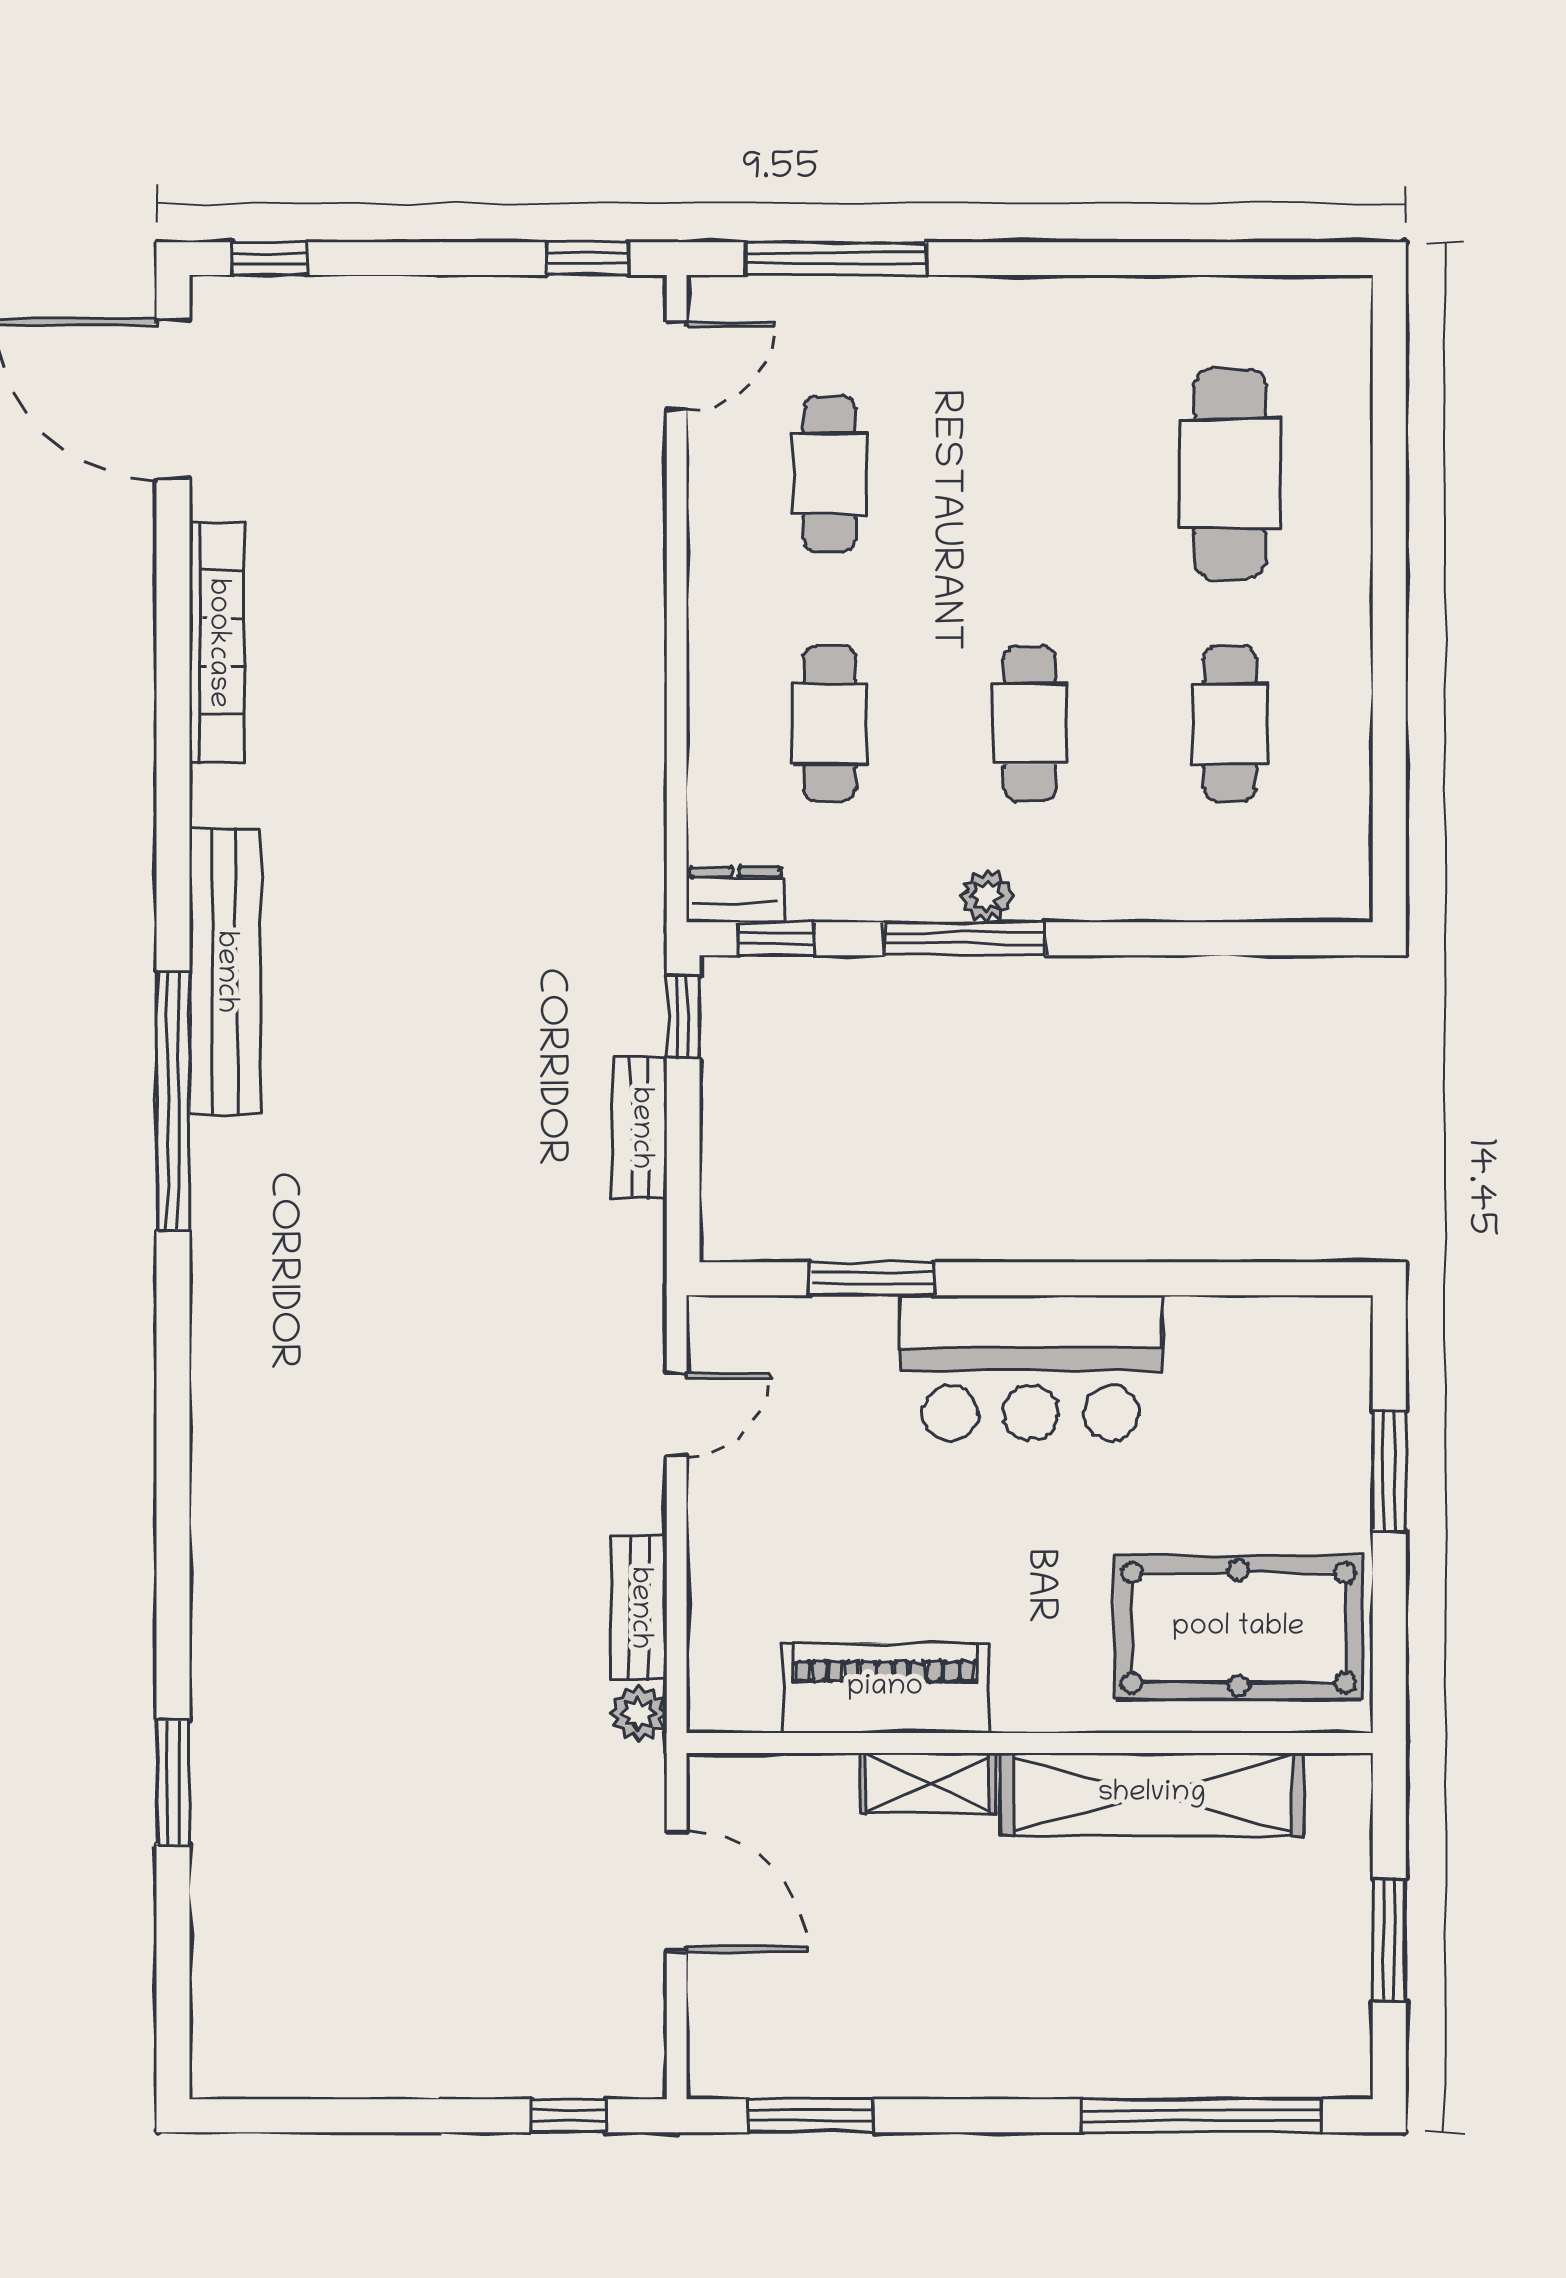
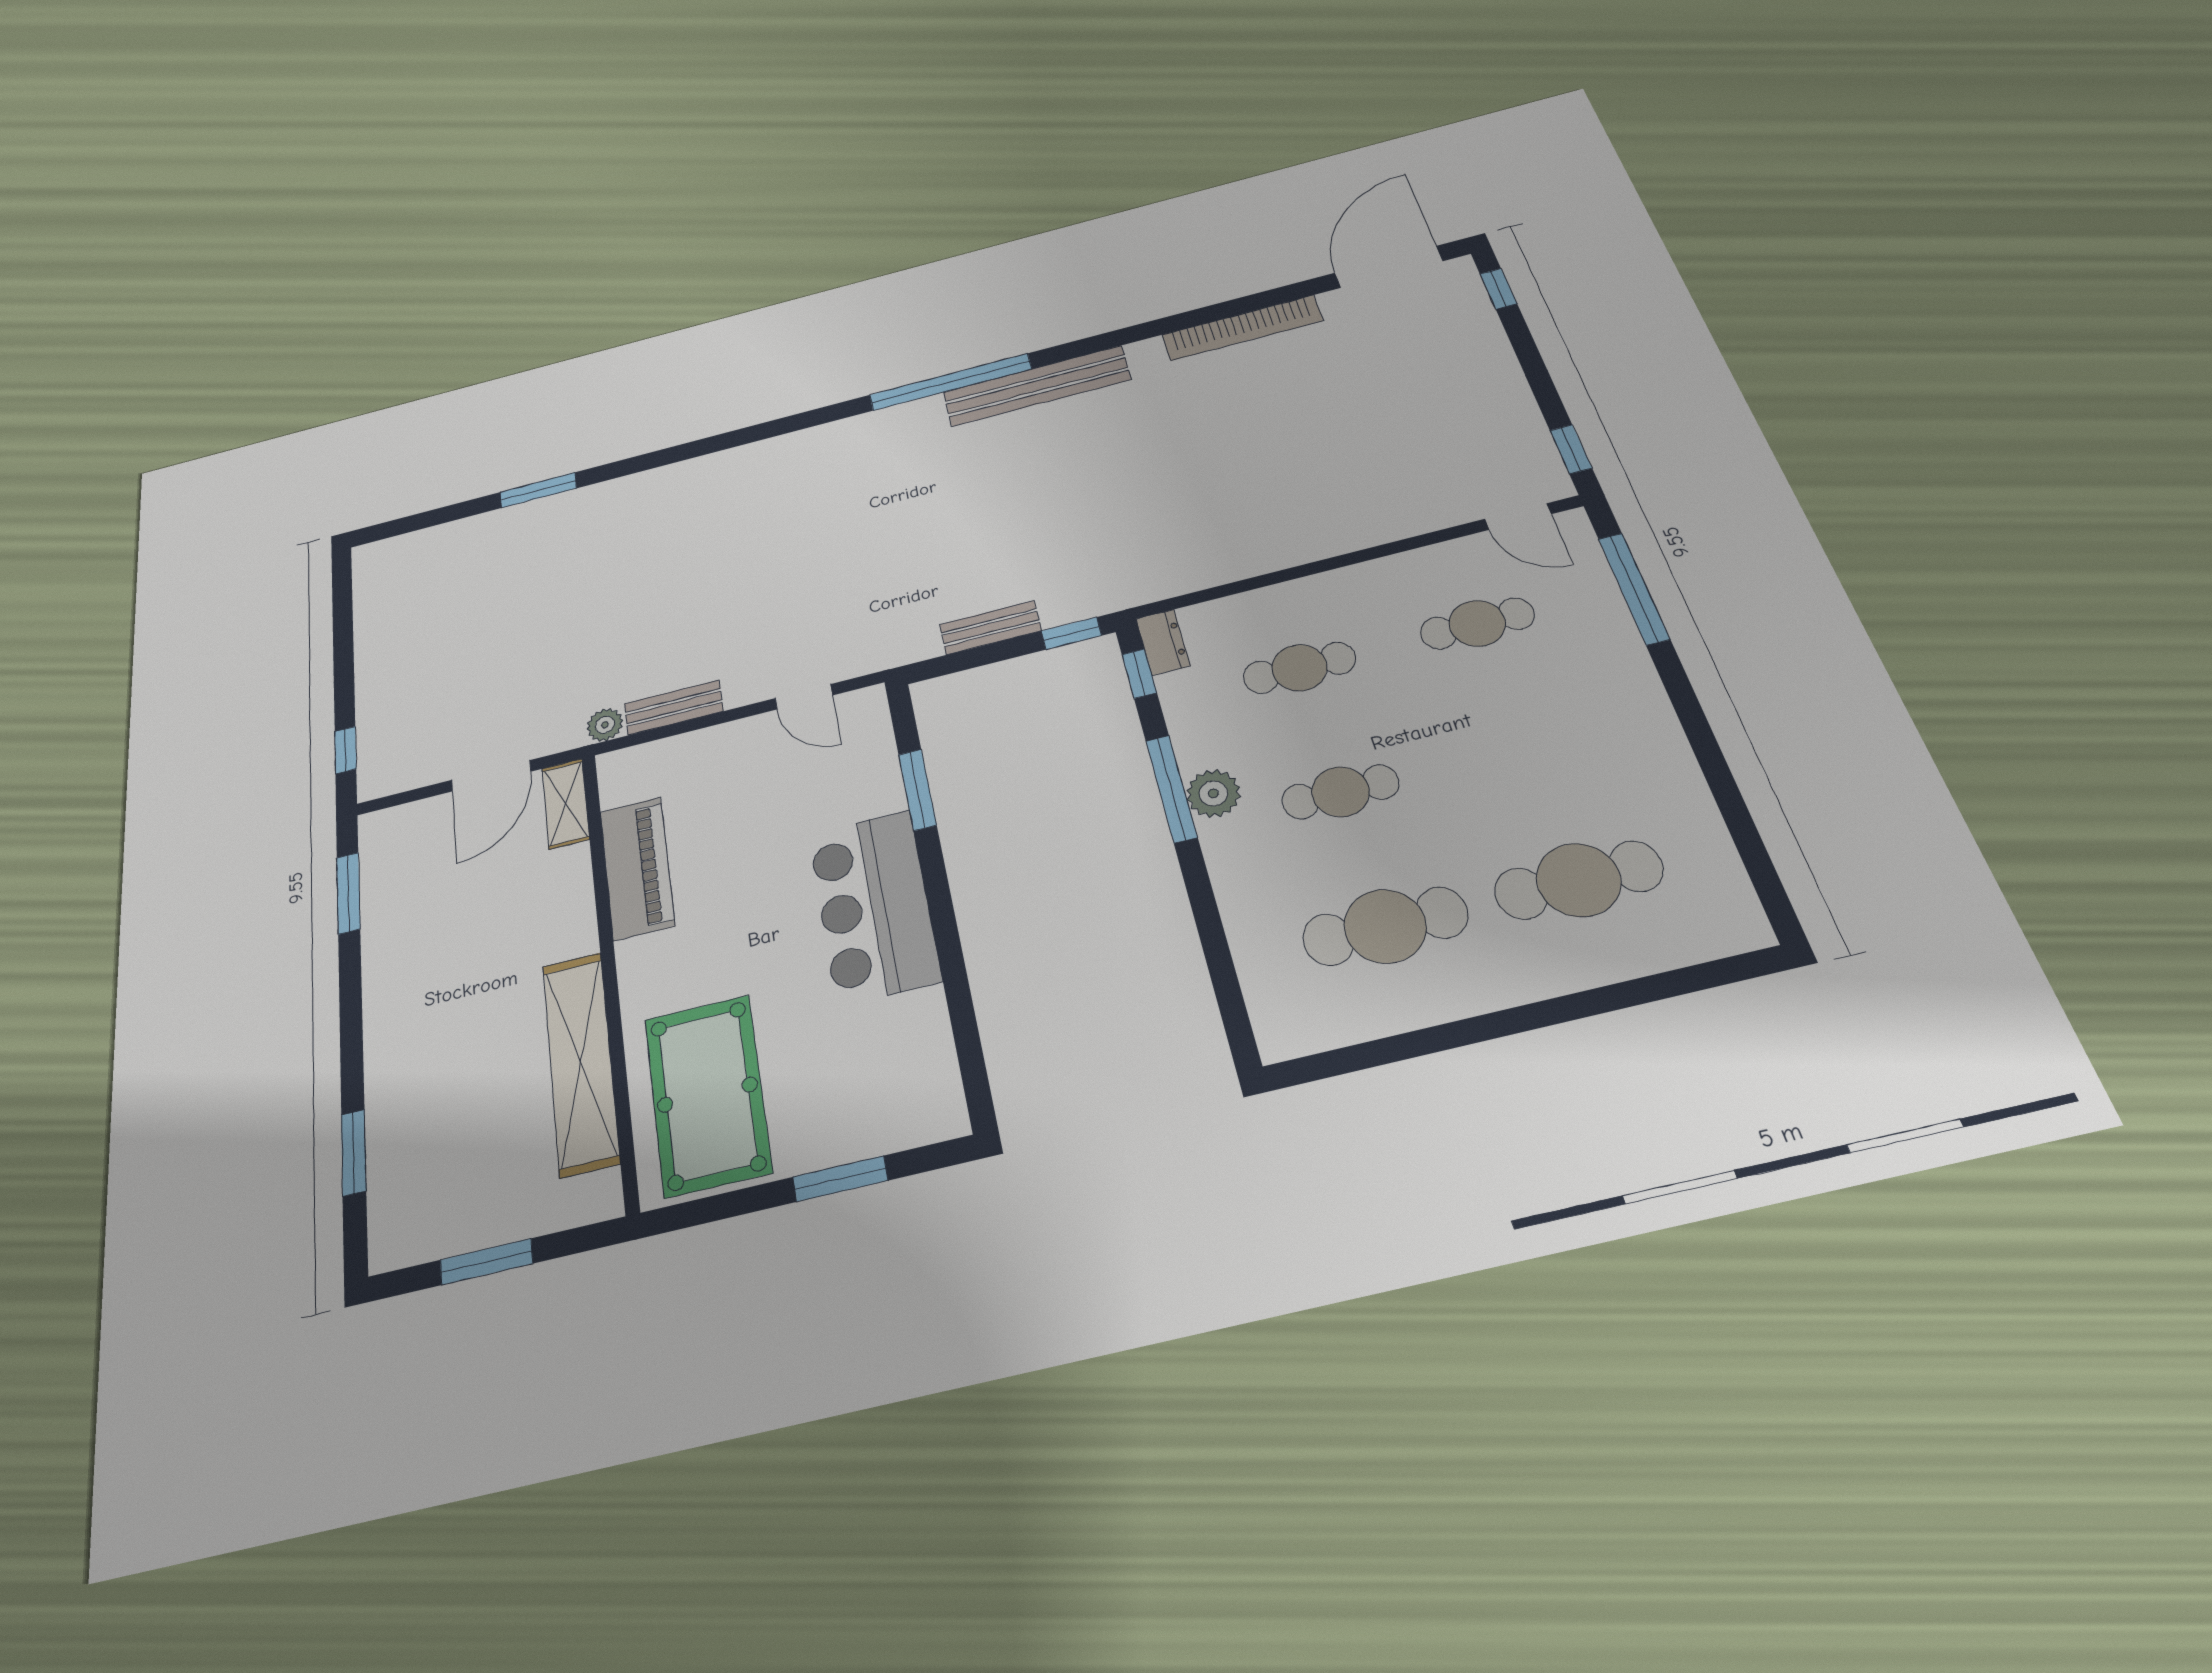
cafe table: (1230, 724) -> (1385, 926), width x1.37, depth x1.35
plant: (987, 896) -> (1213, 793), width x1.38, depth x1.38
shelving: (928, 1783) -> (566, 804), moved
window: (1202, 2116) -> (354, 1153), width x0.47

